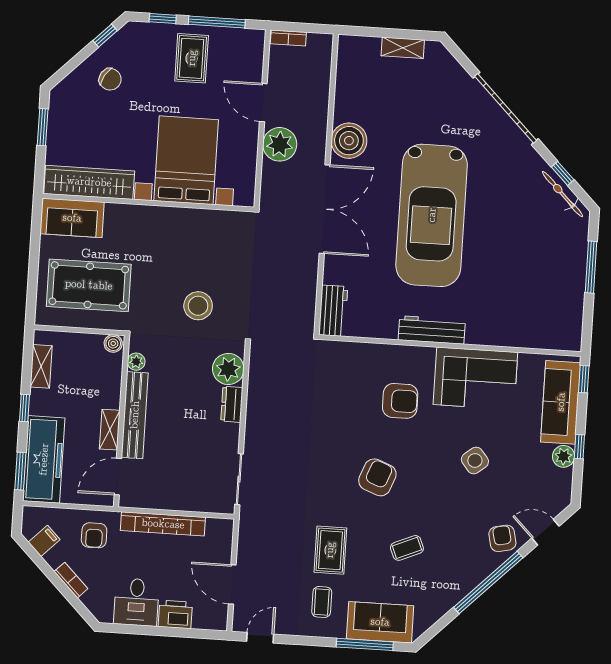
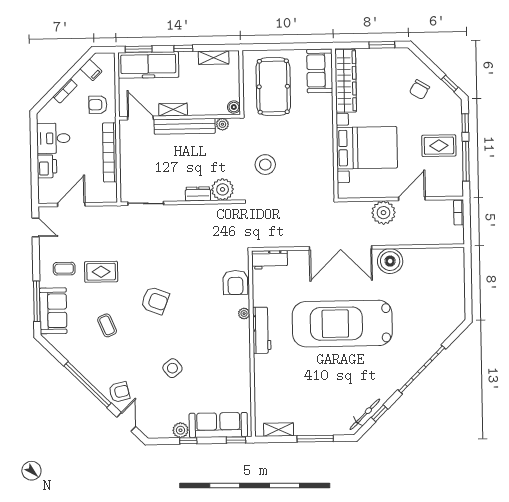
shelving: (403, 48) -> (279, 430), moved, turned 90
plant: (406, 353) -> (244, 314), added
corner sofa: (475, 378) -> (230, 364), removed
armchair: (400, 401) -> (235, 283), moved

